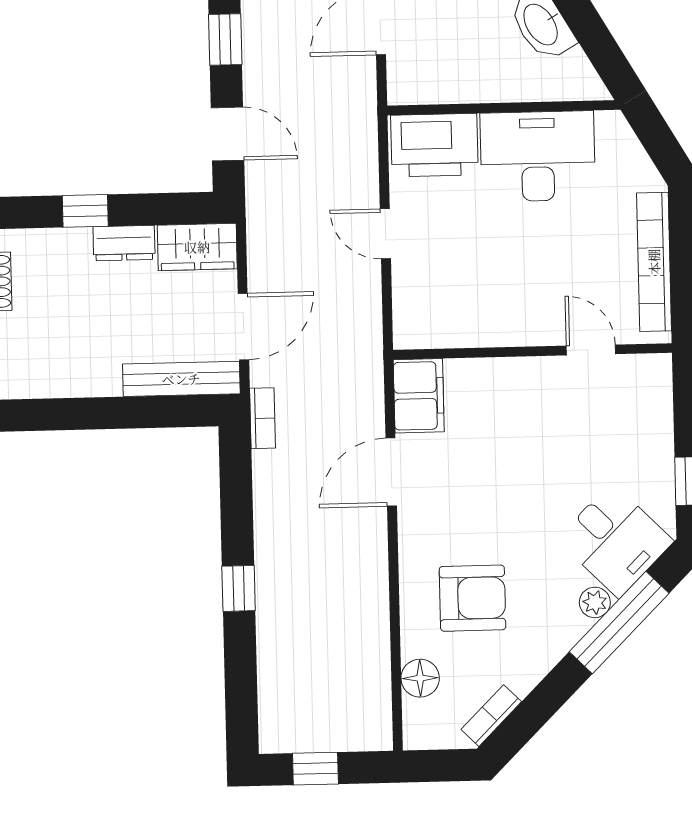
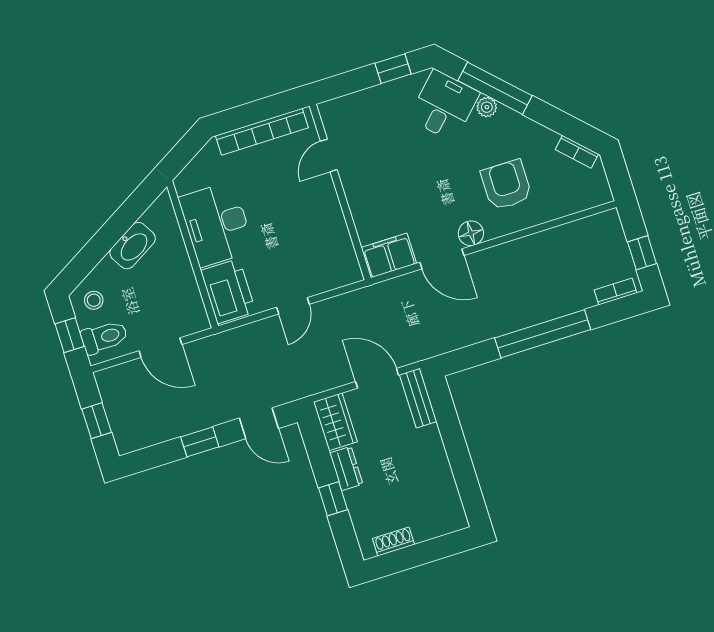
door: (227, 134) -> (259, 423), swing flipped
bench: (181, 379) -> (418, 398), width x0.73
bookcase: (263, 418) -> (616, 291), moved
window: (239, 588) -> (543, 334), width x3.17
floor lamp: (420, 678) -> (471, 233), moved

